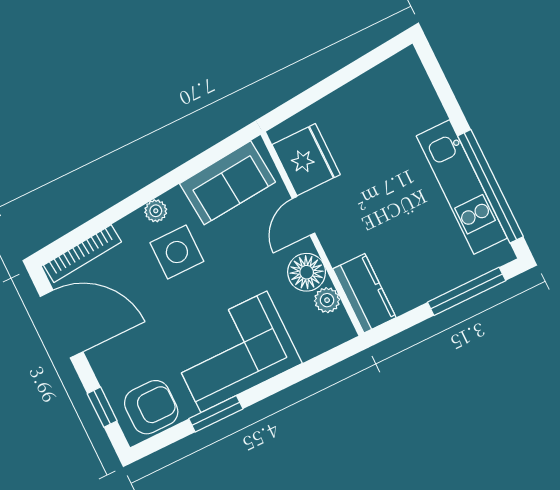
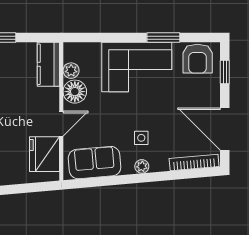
side table: (177, 252) -> (141, 138), width x0.54, depth x0.54
armchair: (151, 407) -> (198, 59), turned -90

